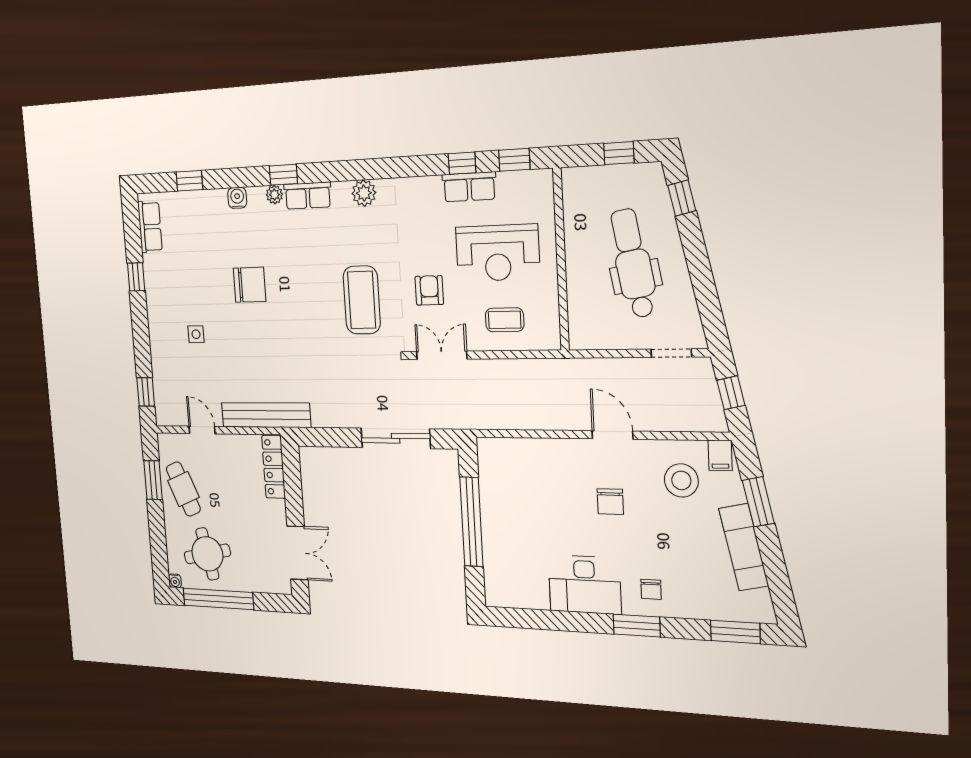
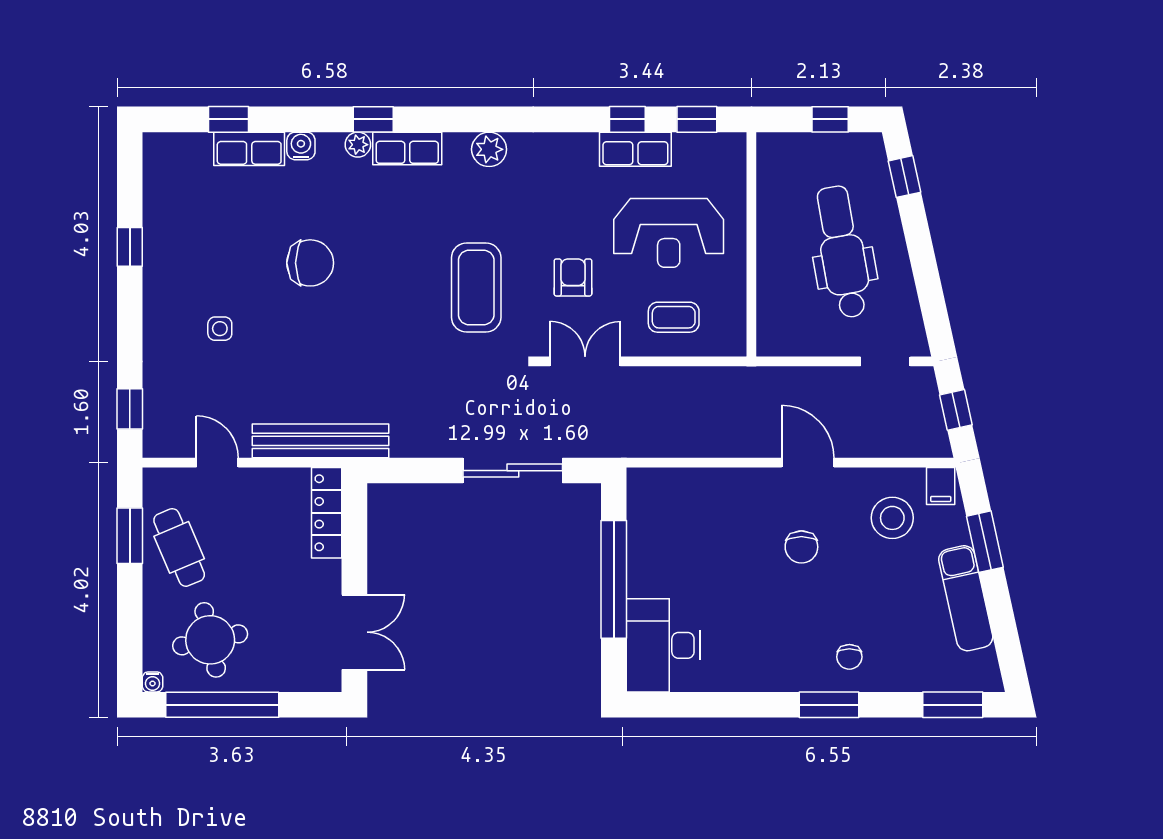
row of seats: (150, 227) -> (249, 149), moved, turned 90
desk: (585, 585) -> (663, 645), moved, turned 90

